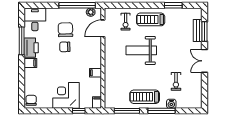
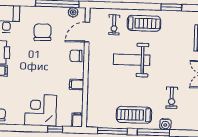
treadmill: (151, 19) -> (144, 23), turned 180
chair: (65, 47) -> (76, 56), moved

